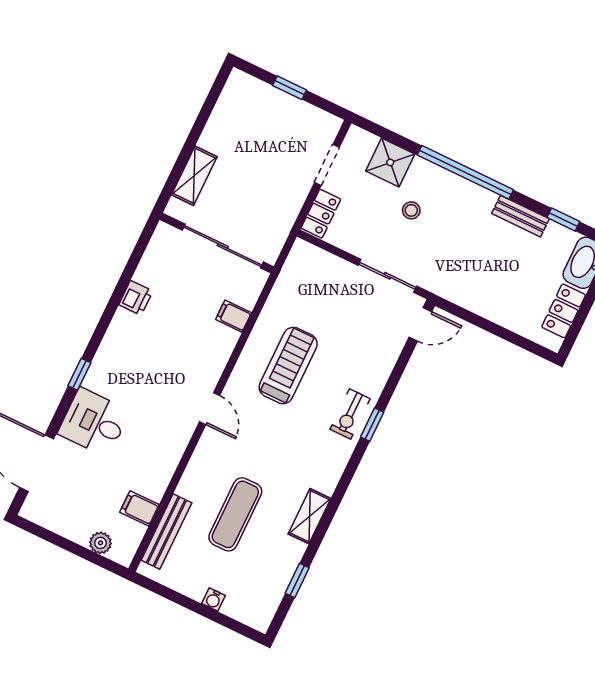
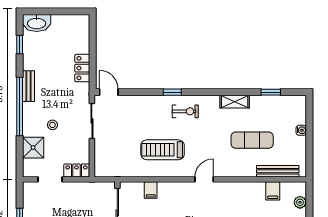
bench: (520, 216) -> (28, 86), moved
locker: (564, 311) -> (82, 68), moved, turned 90
exercise bike: (350, 414) -> (185, 111), moved

